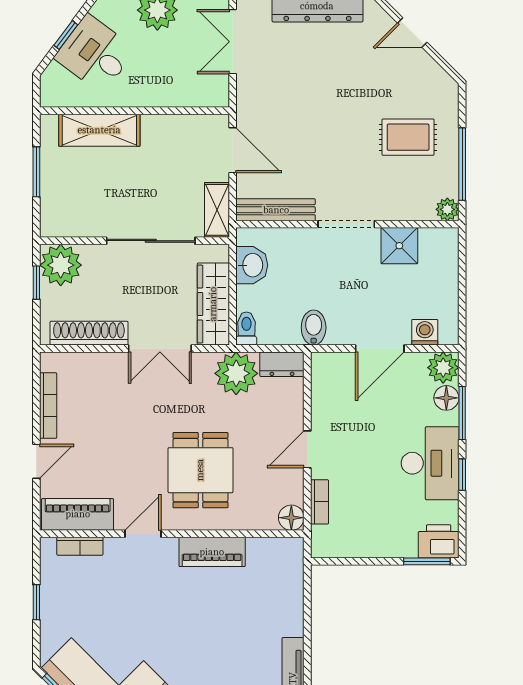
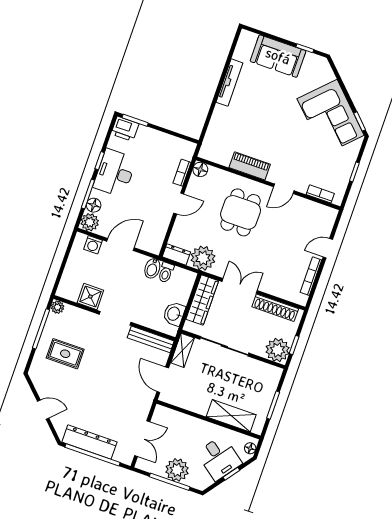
floor lamp: (49, 88) -> (250, 448), added
toilet: (246, 328) -> (166, 273), moved
piano: (78, 514) -> (316, 212), removed

